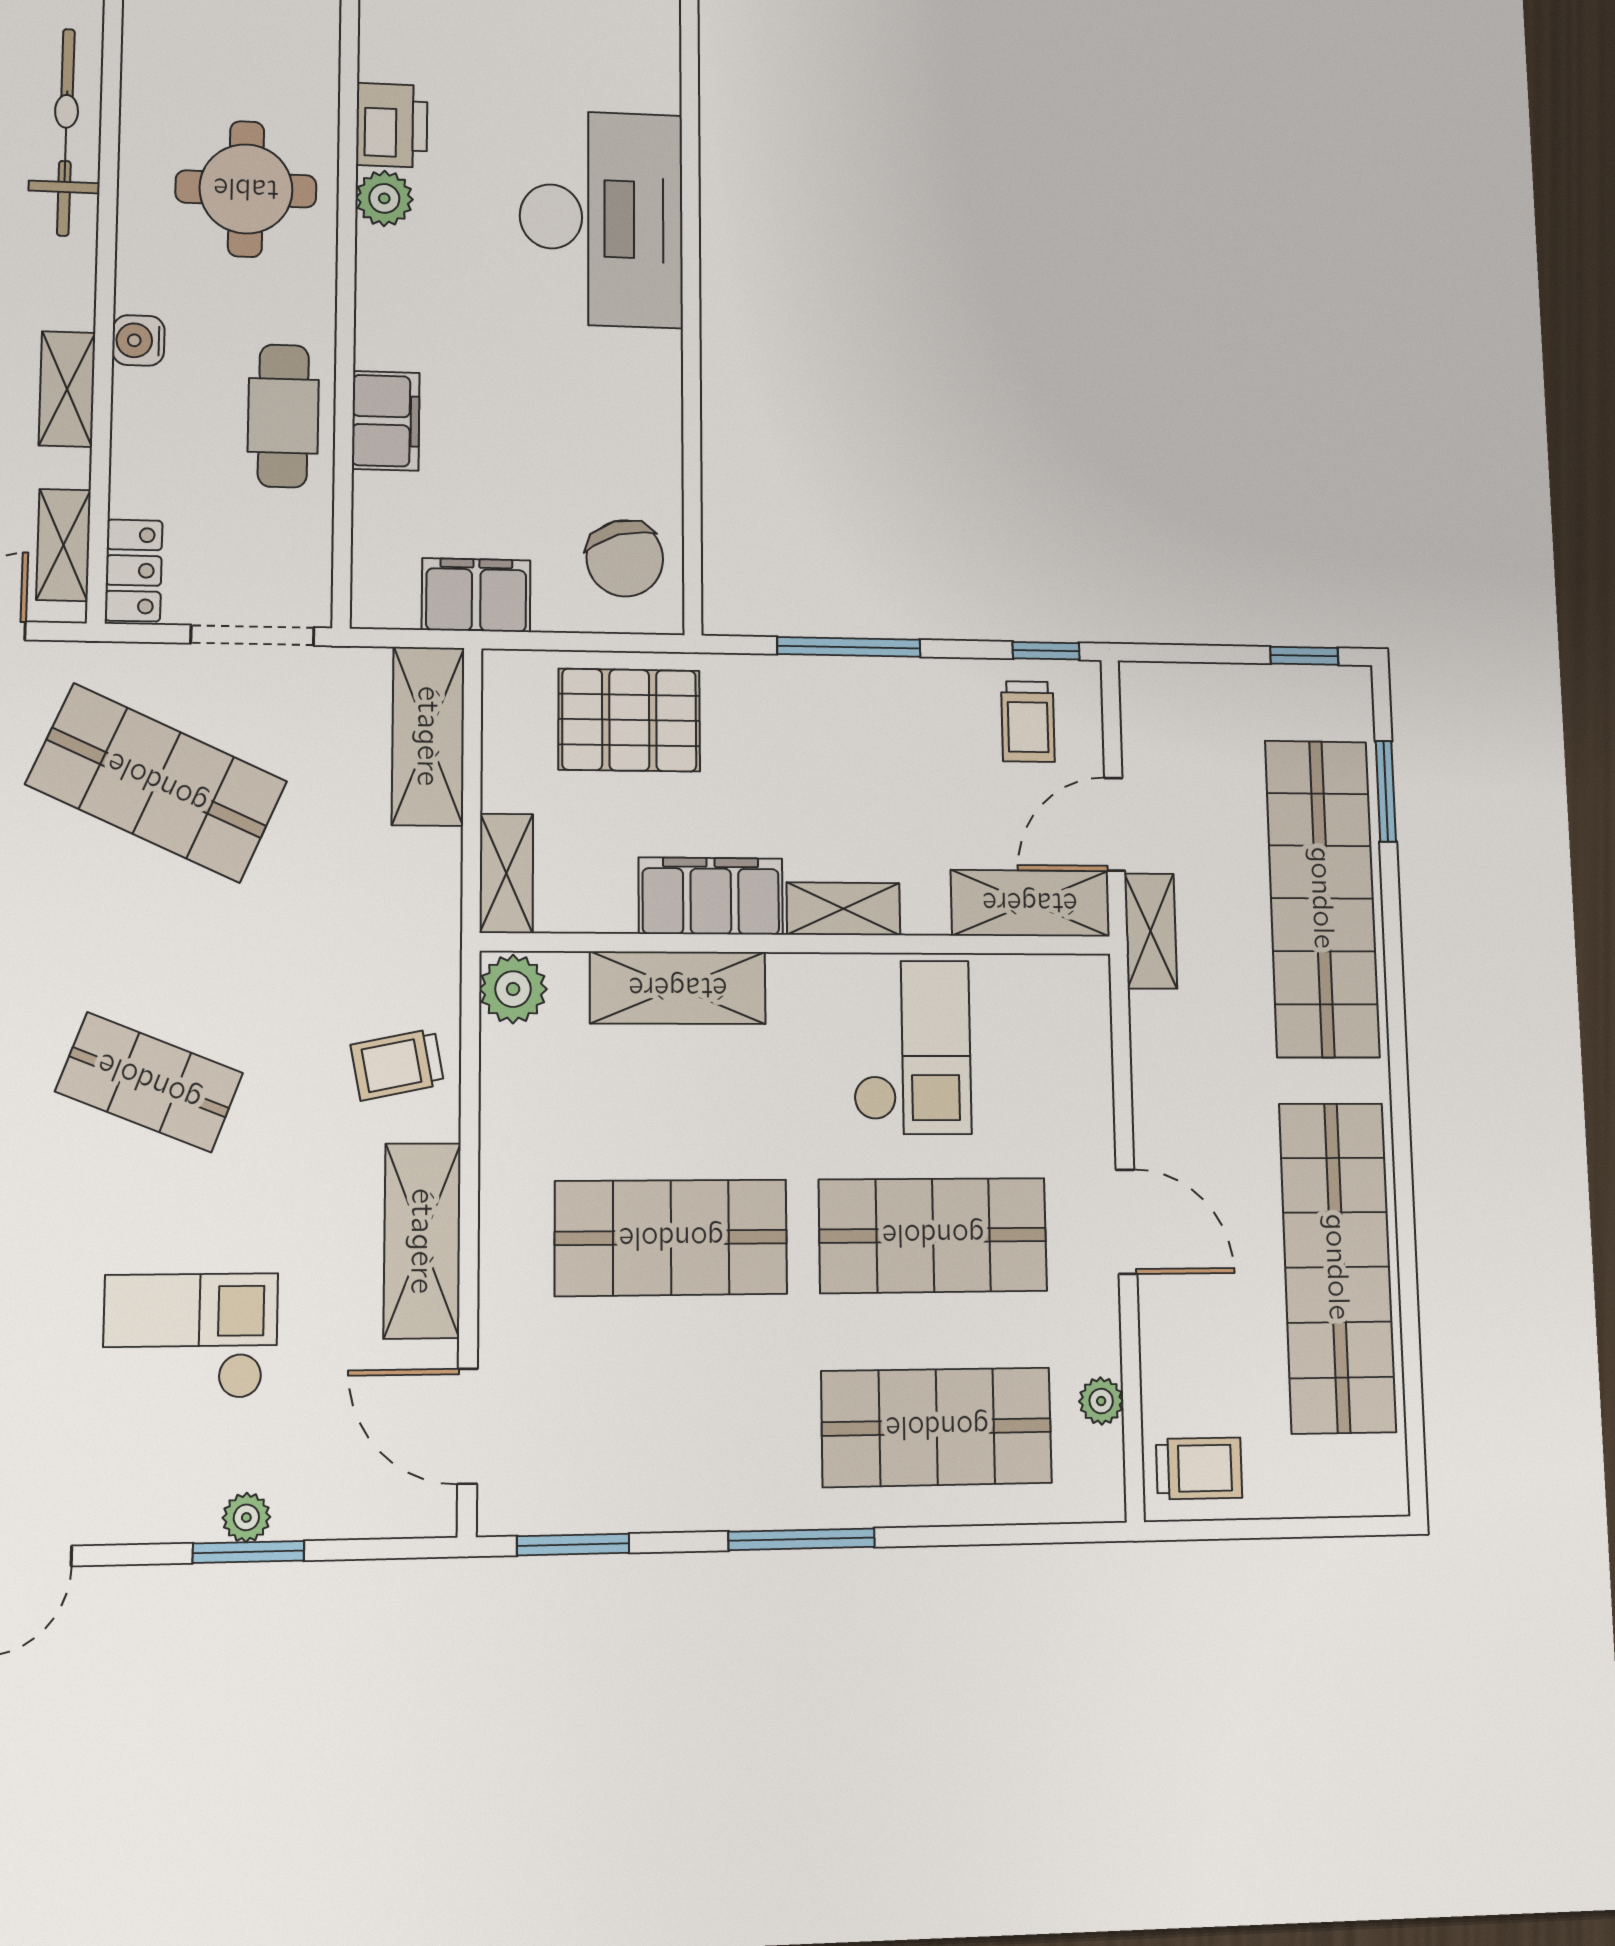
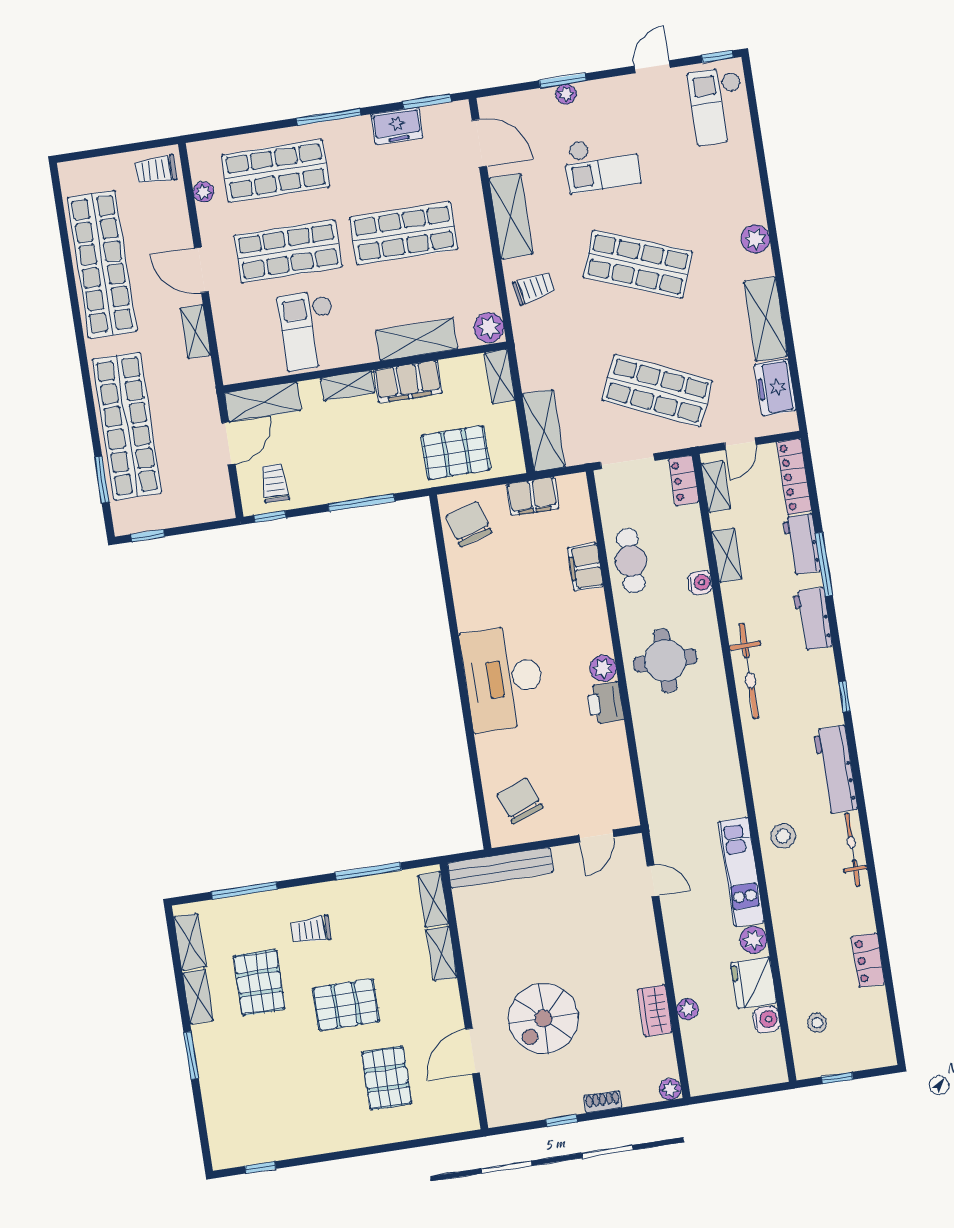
shelving: (1151, 931) -> (195, 332), moved
shop shelf: (149, 1082) -> (638, 264), width x1.43, depth x1.36
freezer: (650, 1495) -> (397, 126), added

